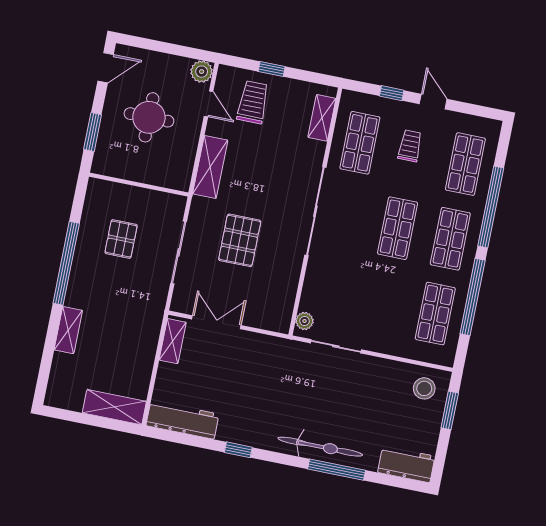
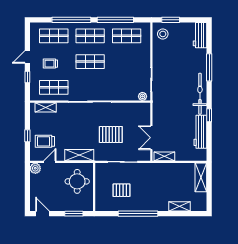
round table: (149, 117) -> (77, 181), moved
shelving: (68, 330) -> (179, 206), moved
workbench: (182, 420) -> (200, 132), moved
bicycle: (320, 447) -> (200, 94), moved

